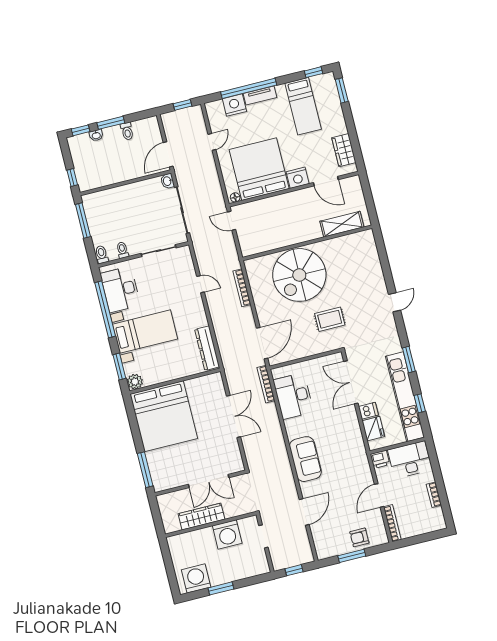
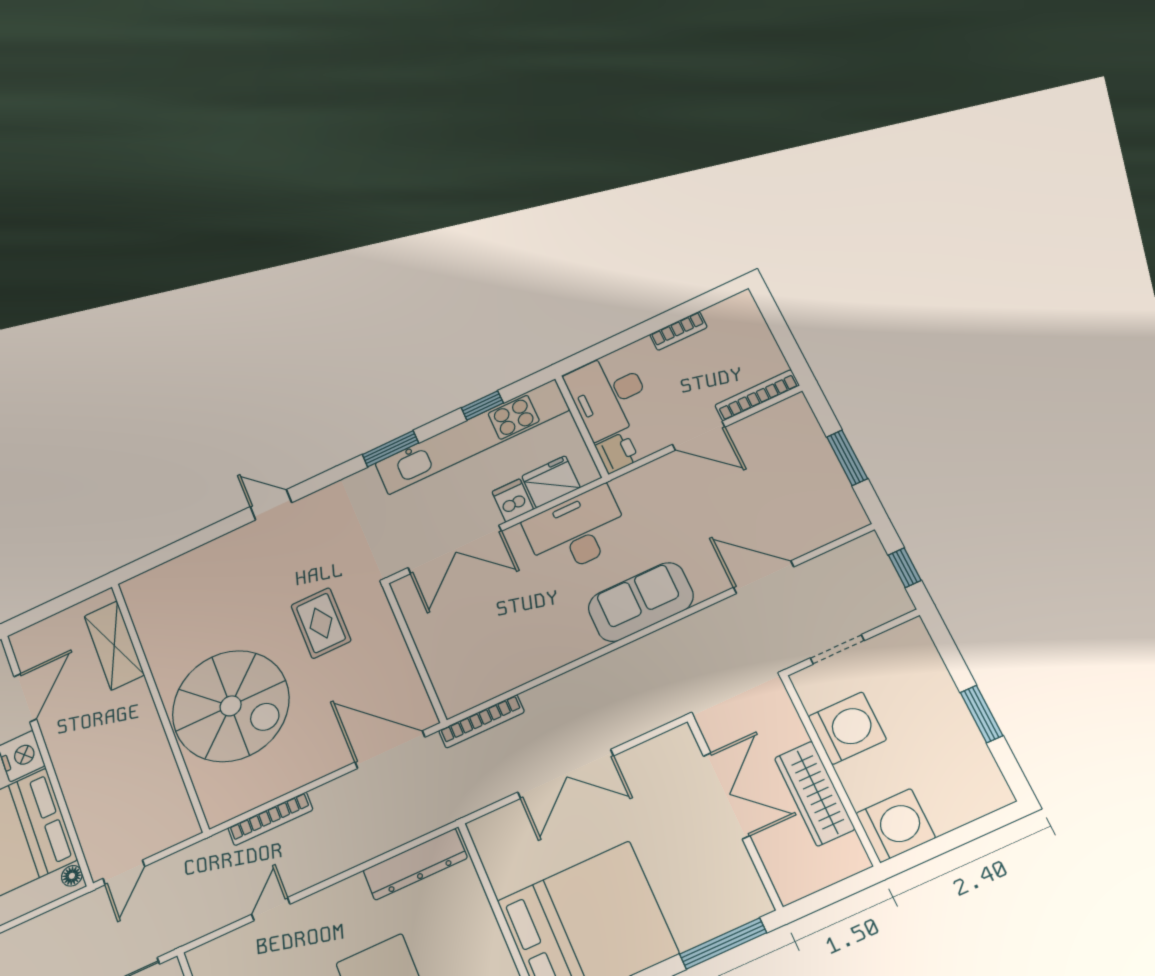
desk: (293, 396) -> (577, 531), moved, turned 180
double door: (233, 416) -> (566, 774), swing flipped
armchair: (359, 537) -> (801, 452), removed
washing machine: (196, 578) -> (896, 826), moved, turned 180

